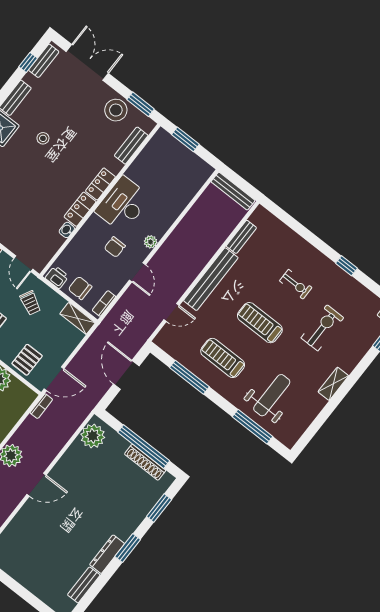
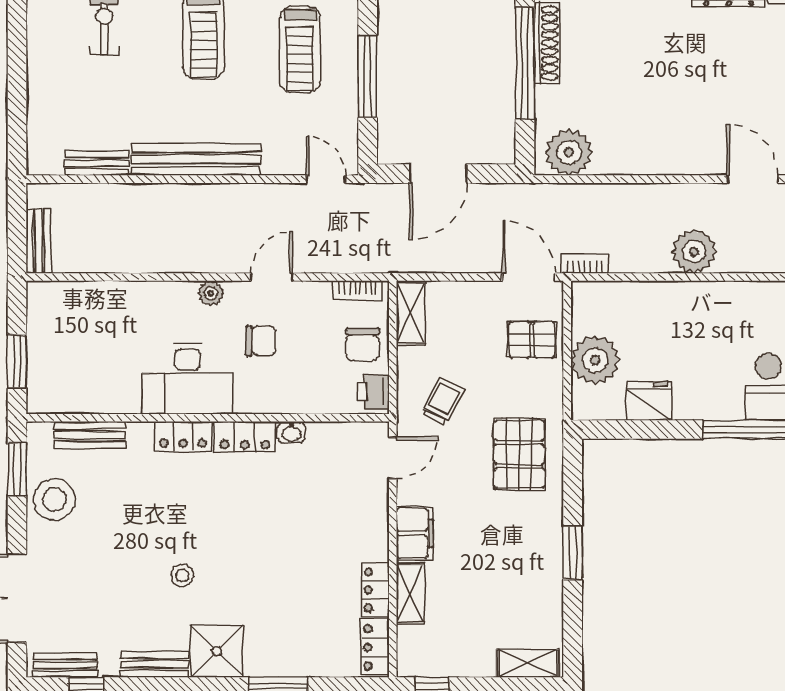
bench: (233, 191) -> (38, 241), width x0.73
door: (172, 312) -> (326, 179), moved
door: (36, 485) -> (753, 179), moved

